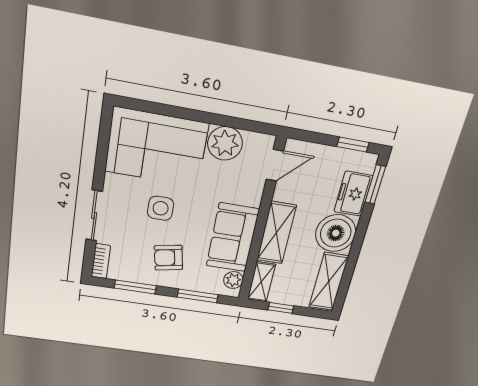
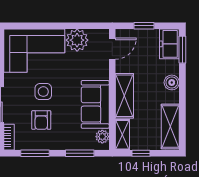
window: (353, 145) -> (144, 26), moved
freezer: (353, 194) -> (169, 44), moved
boiler: (336, 233) -> (172, 82), width x0.54, depth x0.54
armchair: (168, 258) -> (41, 120), moved, turned -79

